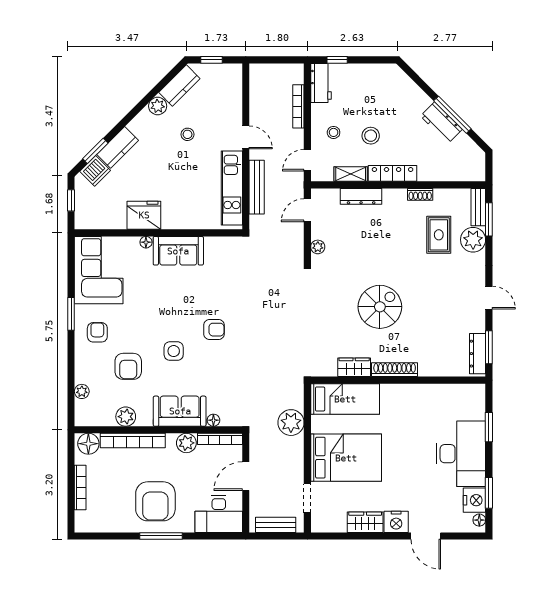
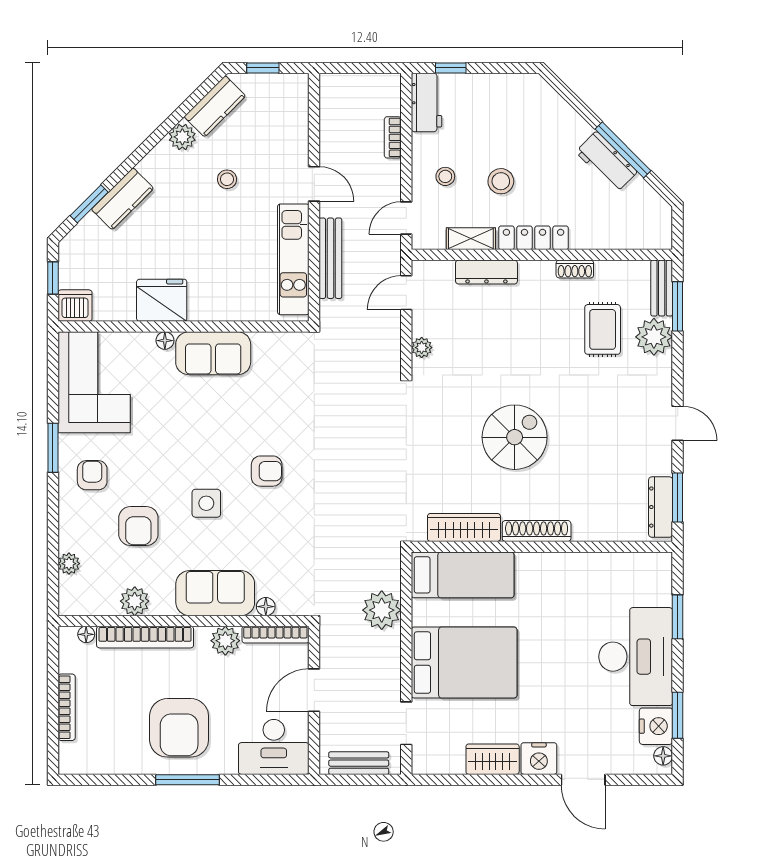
bookcase: (298, 106) -> (393, 137), width x0.64
dishwasher: (95, 171) -> (75, 306), moved, turned -135
wardrobe: (354, 367) -> (464, 527), width x1.50
floor lamp: (88, 444) -> (86, 634), width x0.53, depth x0.53

